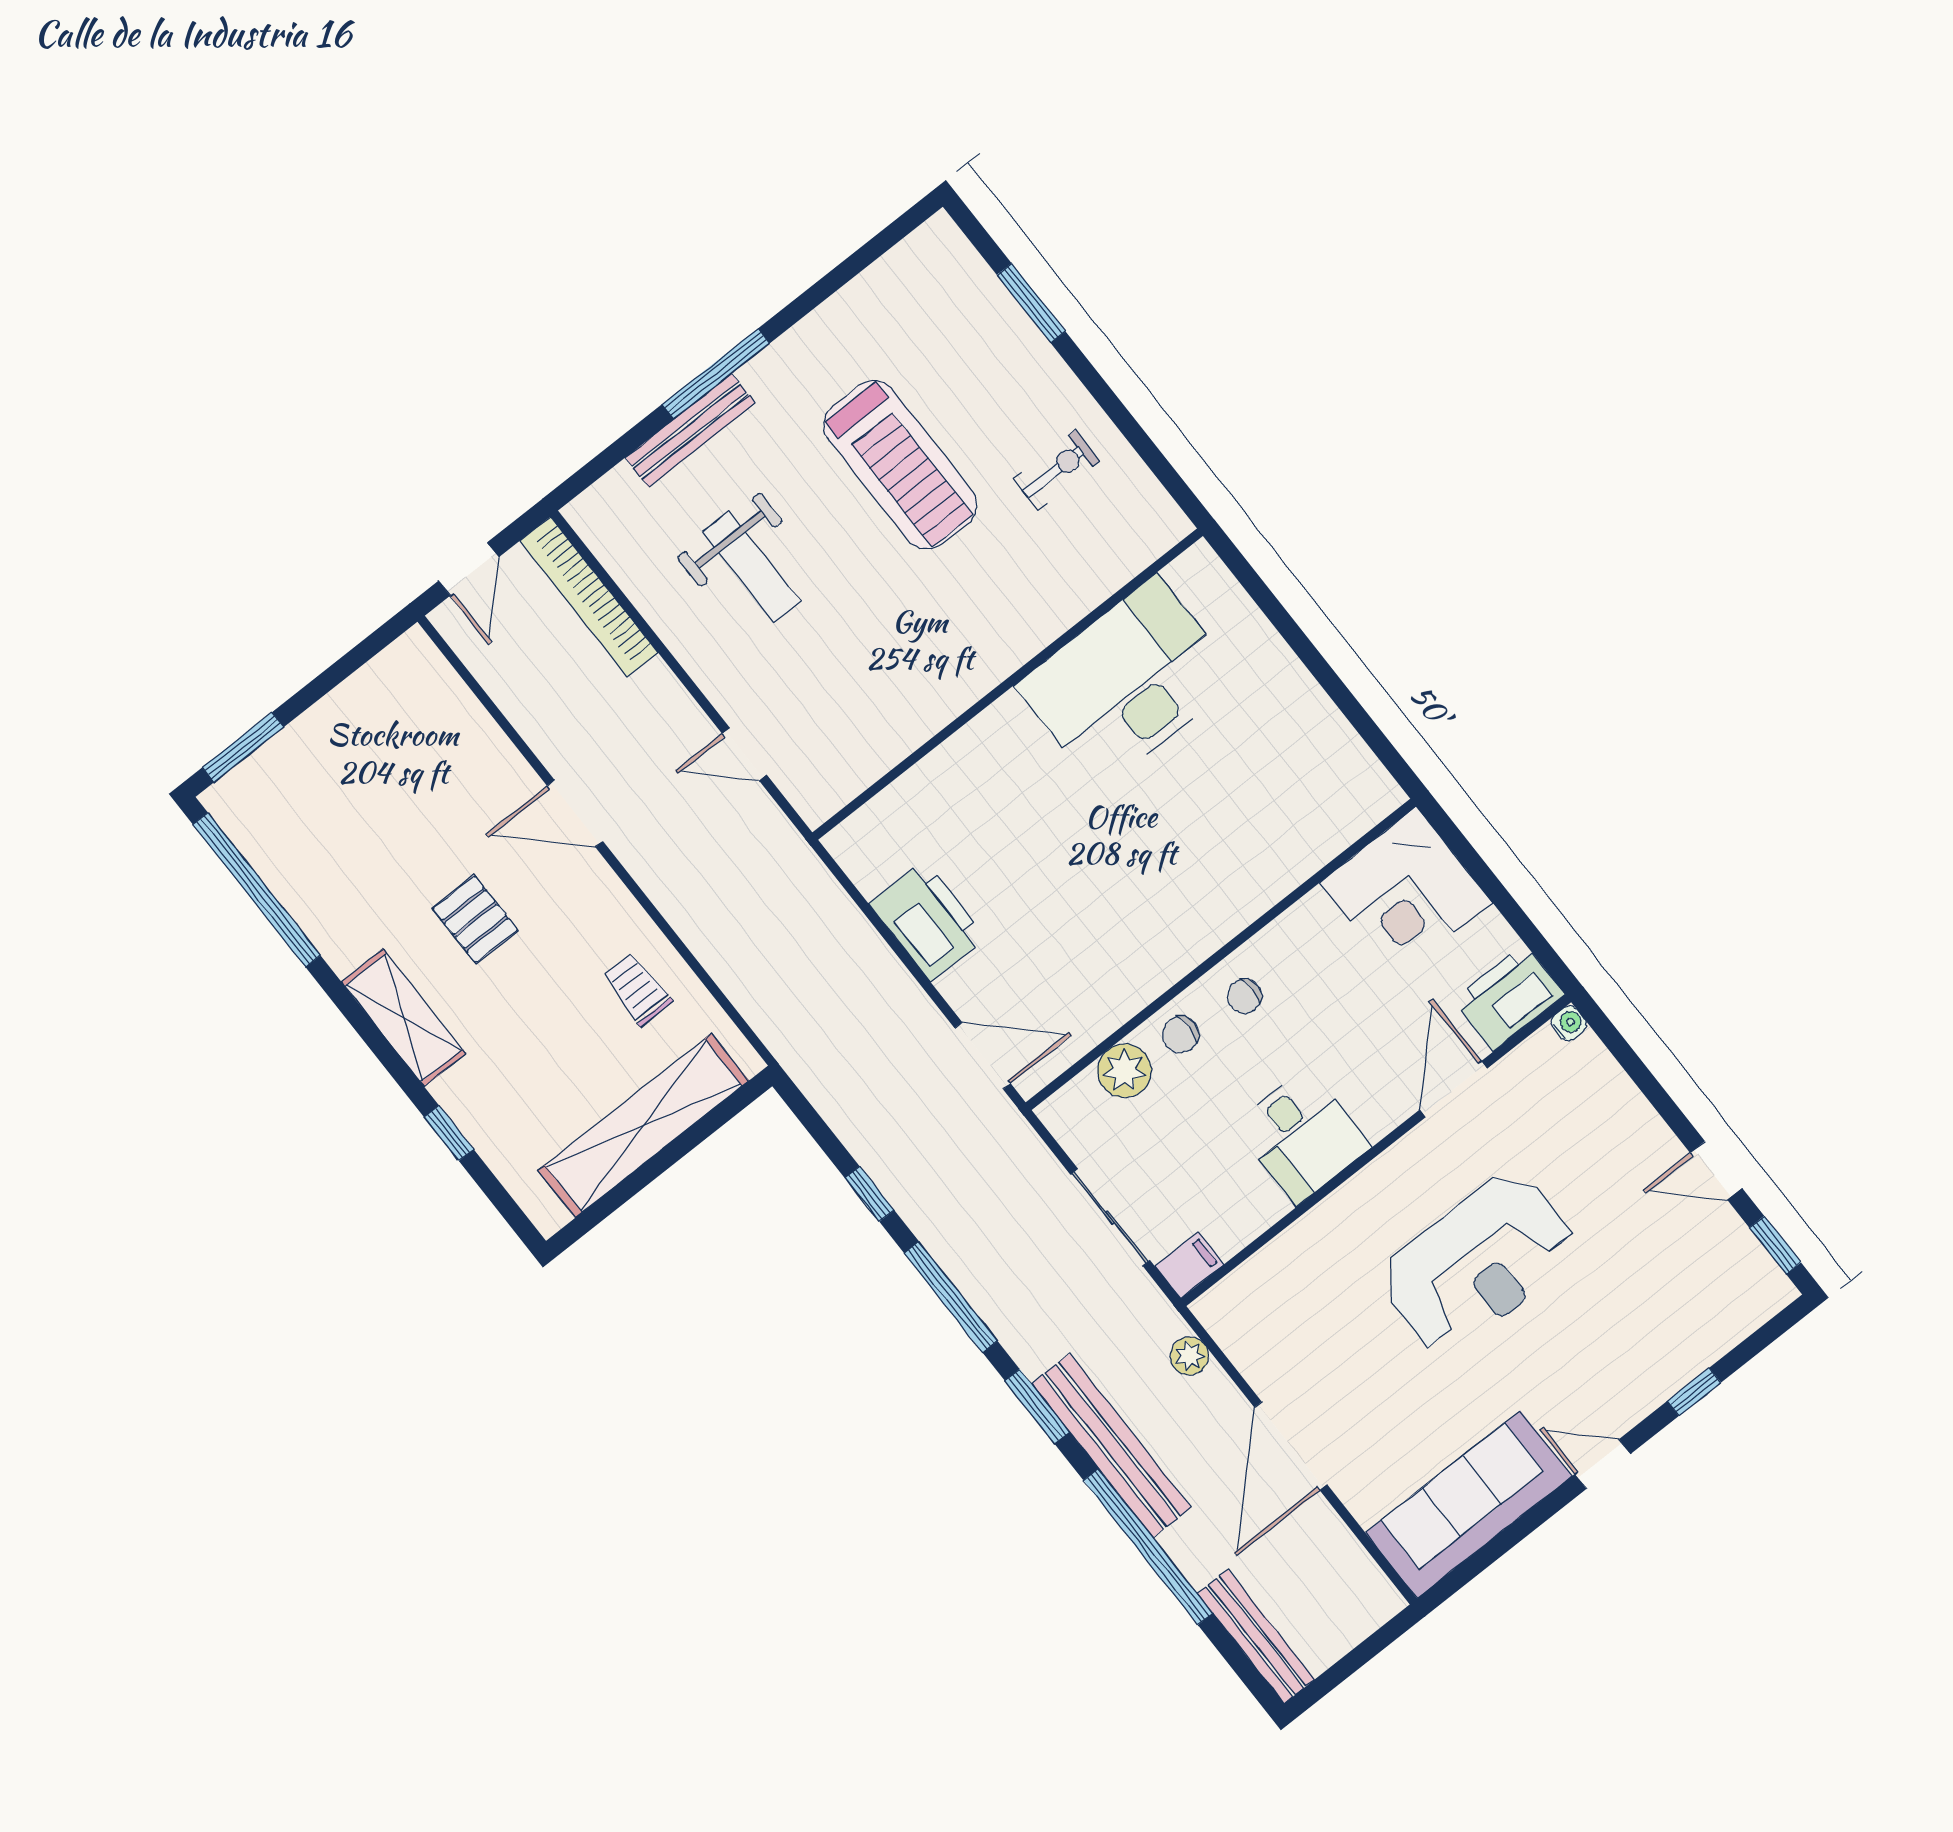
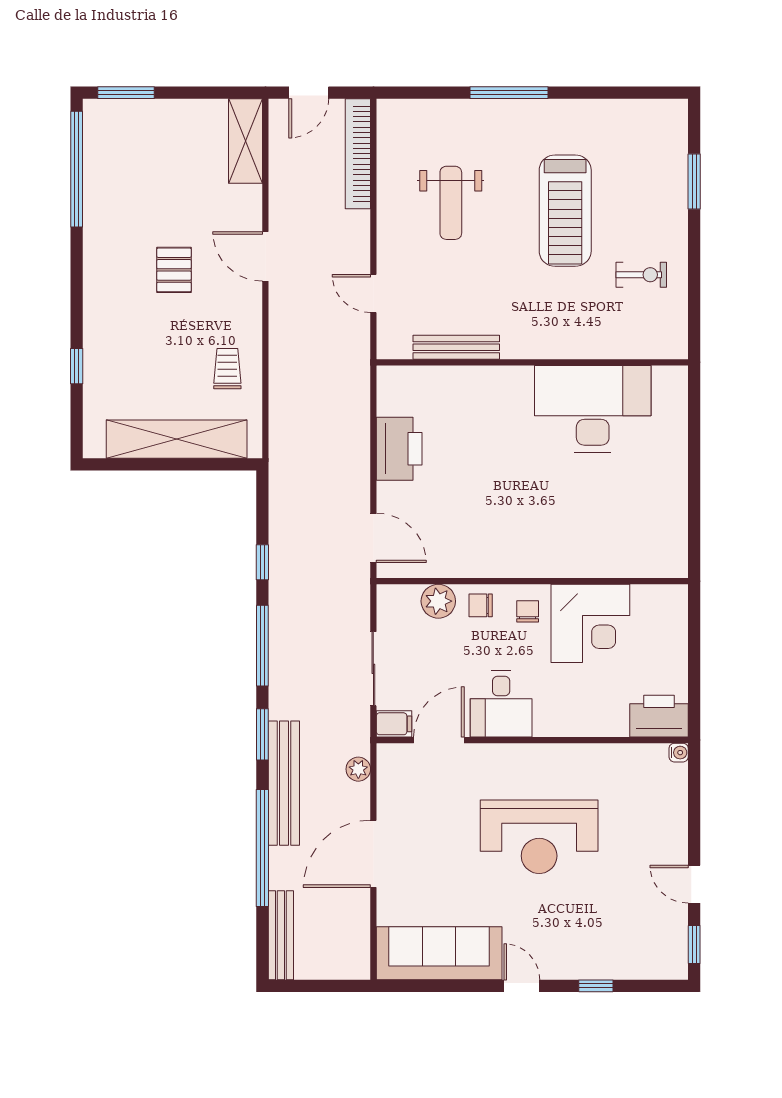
bench: (690, 430) -> (456, 347), moved
corner desk: (1406, 893) -> (590, 623), moved, turned -90
chair: (1245, 996) -> (528, 611), turned 90
shelving: (404, 1018) -> (246, 141), moved
door: (1453, 1089) -> (439, 740), moved

